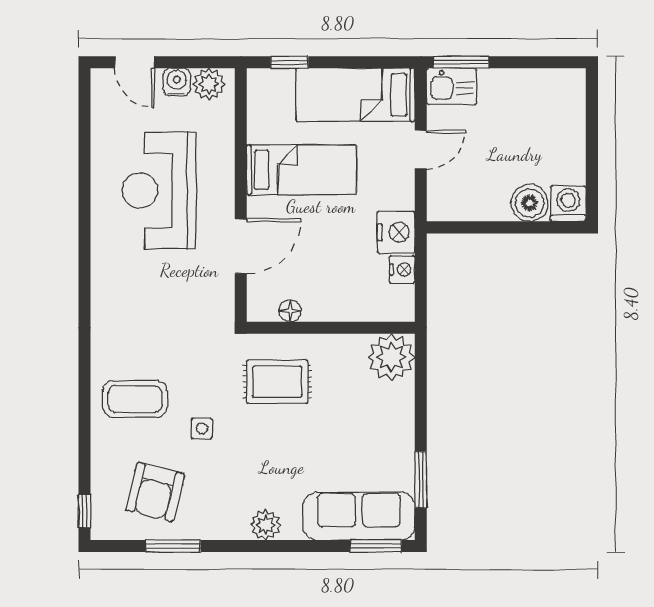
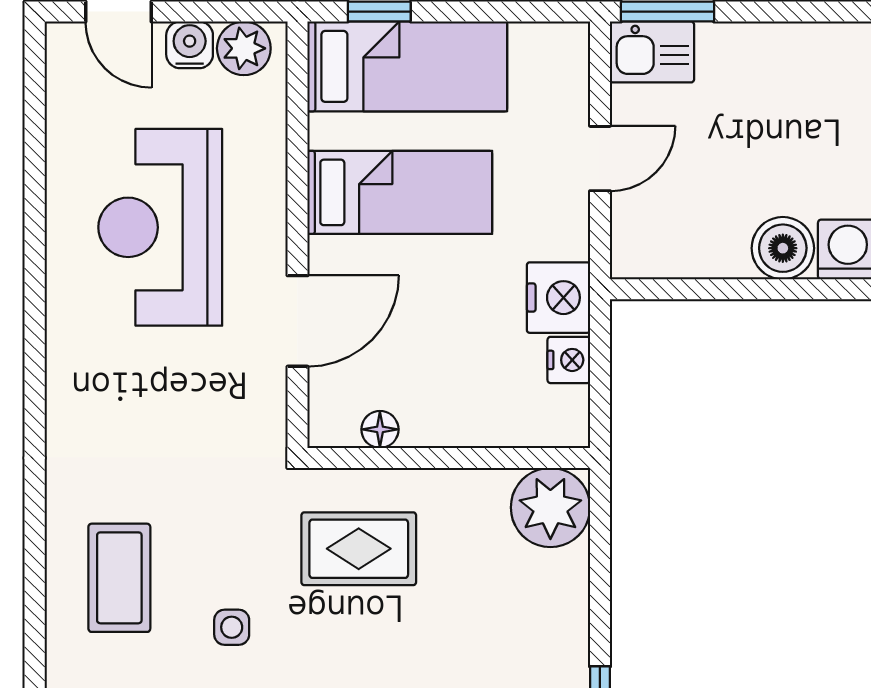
bed: (355, 95) -> (407, 66), moved, turned 180
coffee table: (135, 399) -> (119, 578), turned 90

